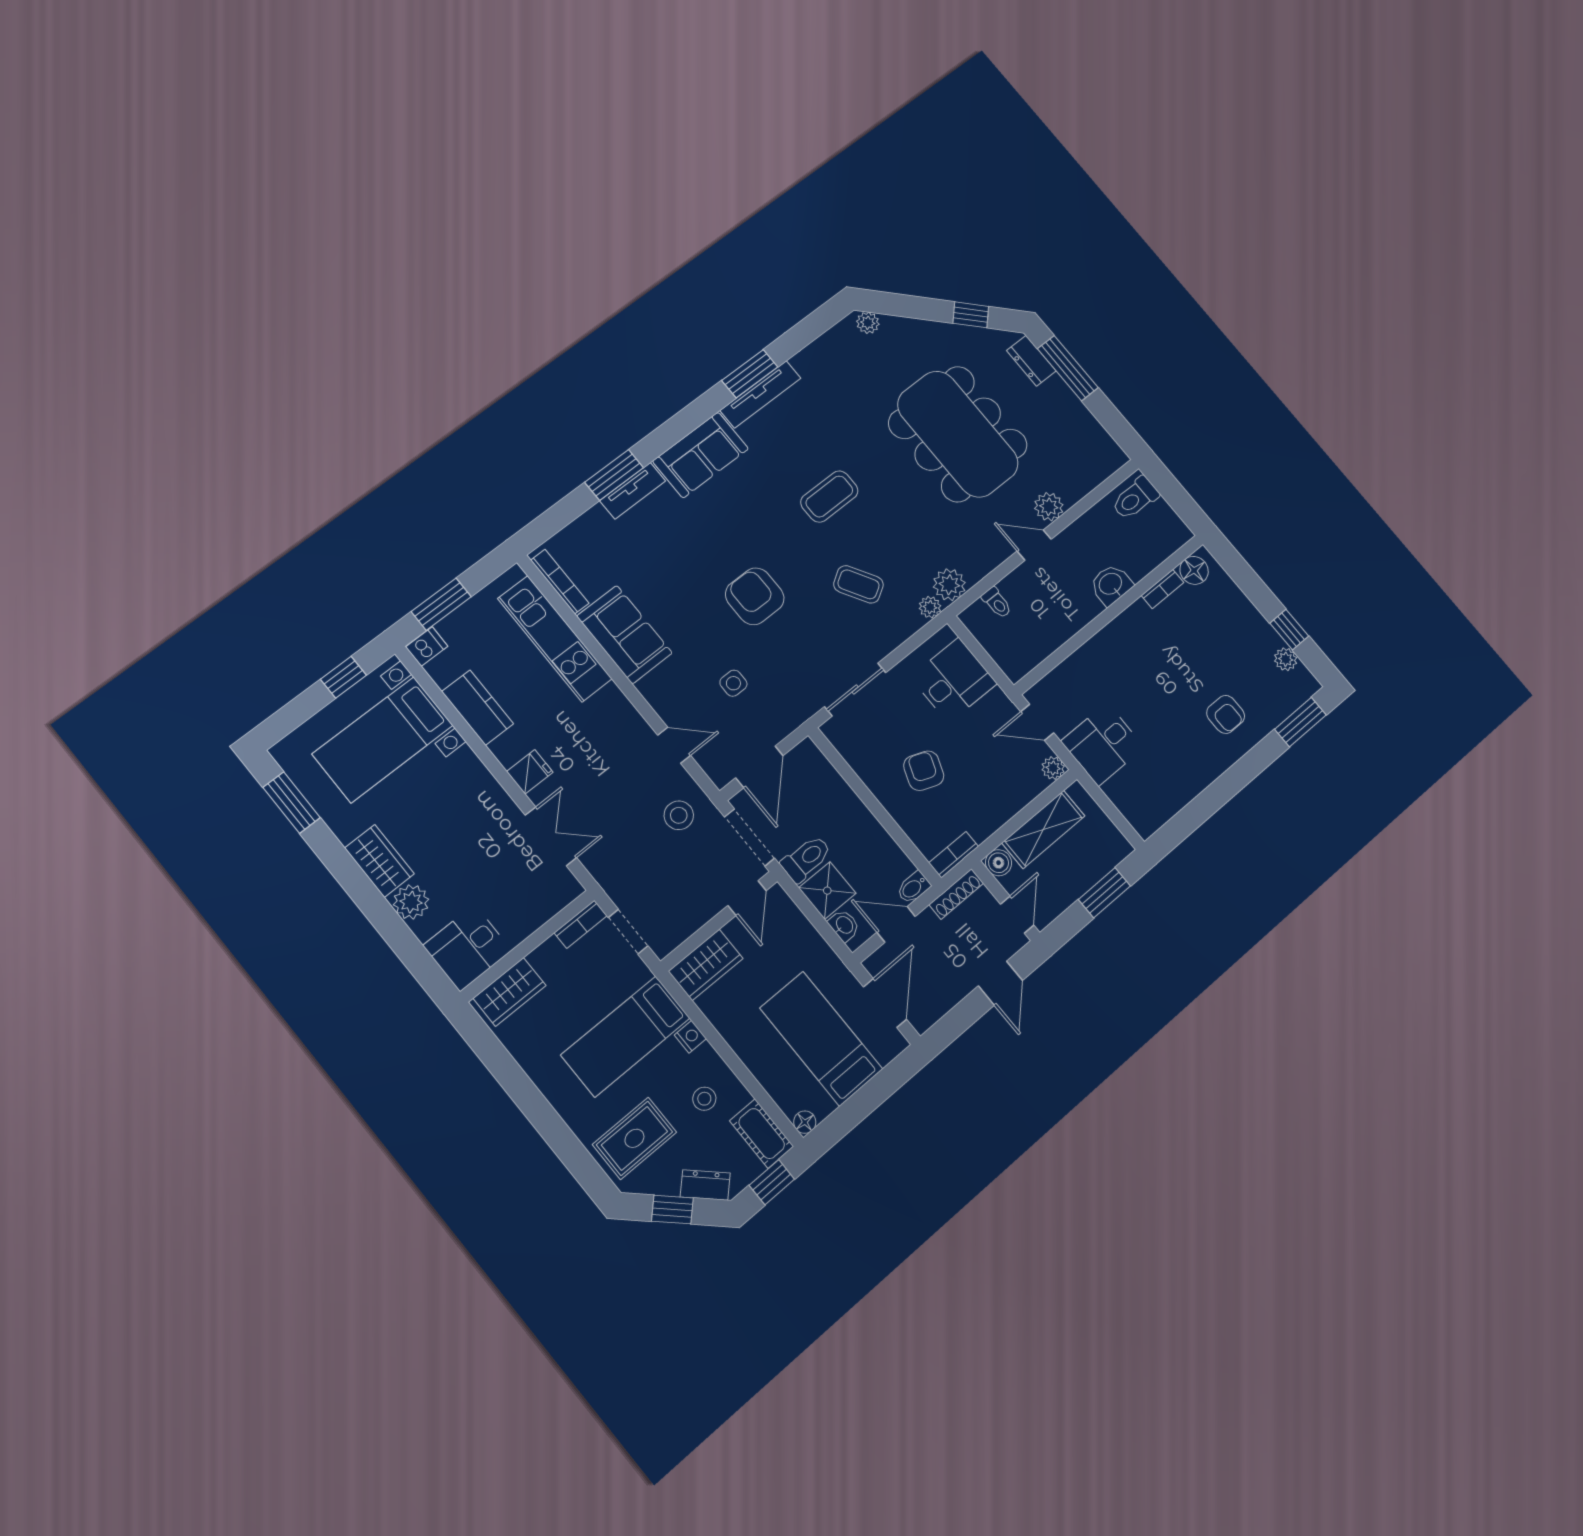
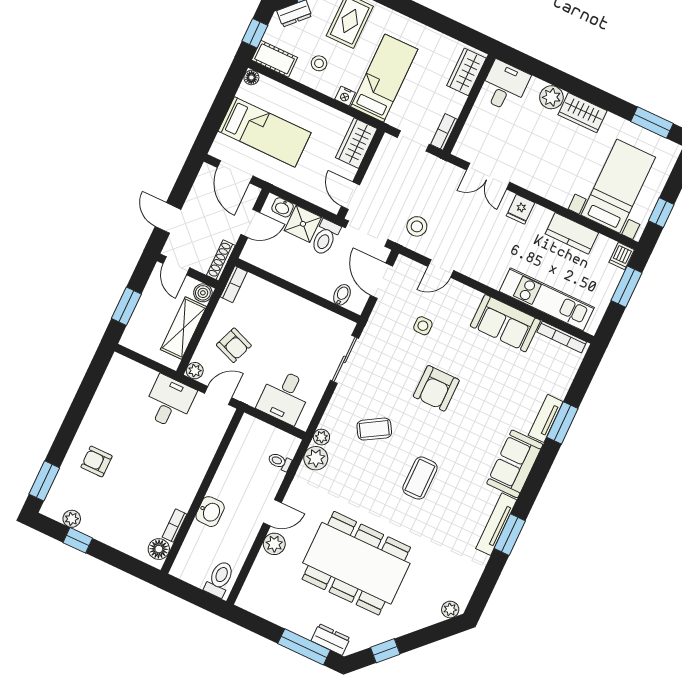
armchair: (755, 596) -> (436, 388), turned 90
armchair: (924, 771) -> (234, 345), moved
bidet: (913, 888) -> (342, 295), moved

